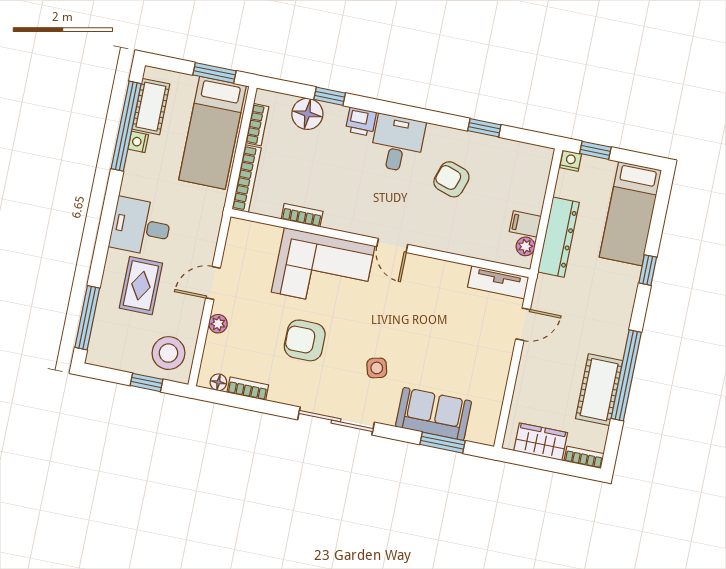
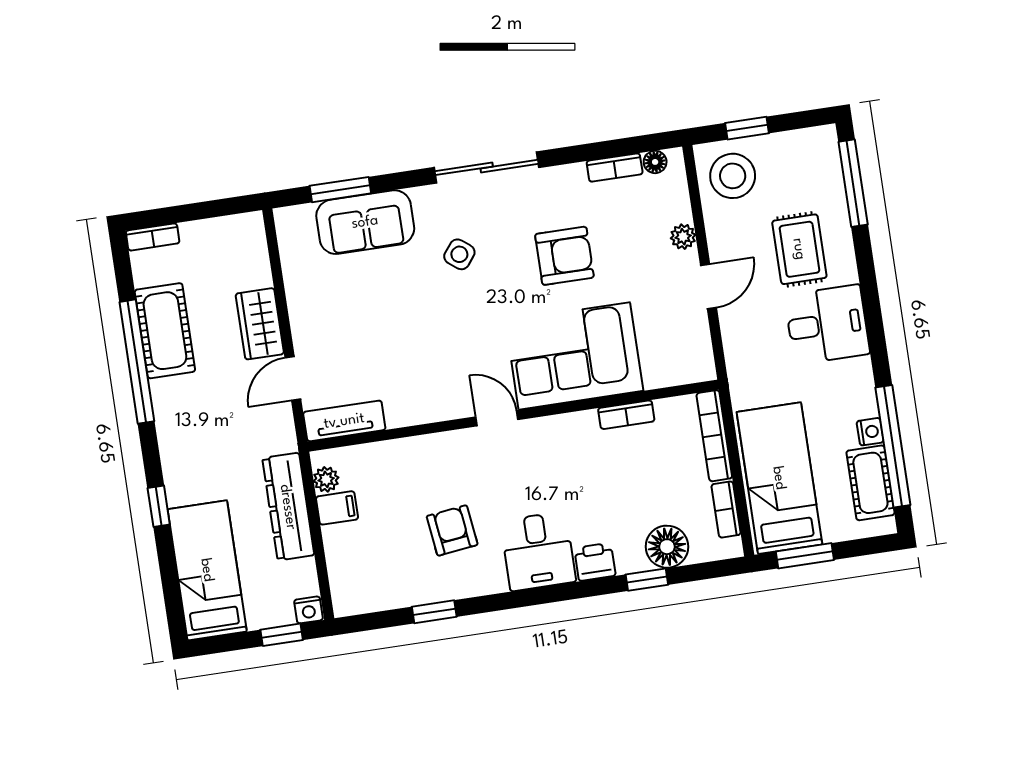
armchair: (451, 179) -> (452, 530), turned -115
side table: (377, 368) -> (459, 254), turned -38
wardrobe: (541, 442) -> (260, 324), moved, turned 90

